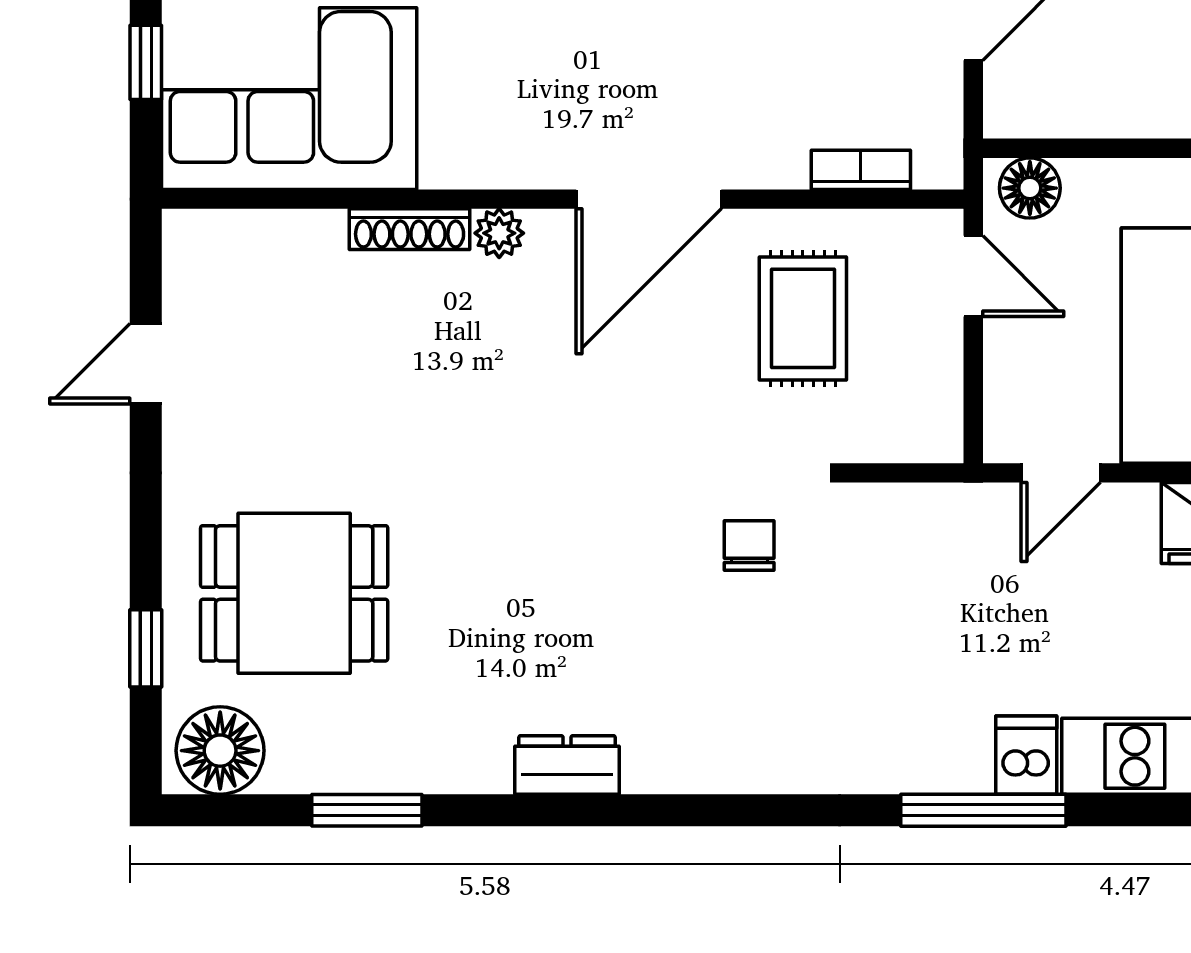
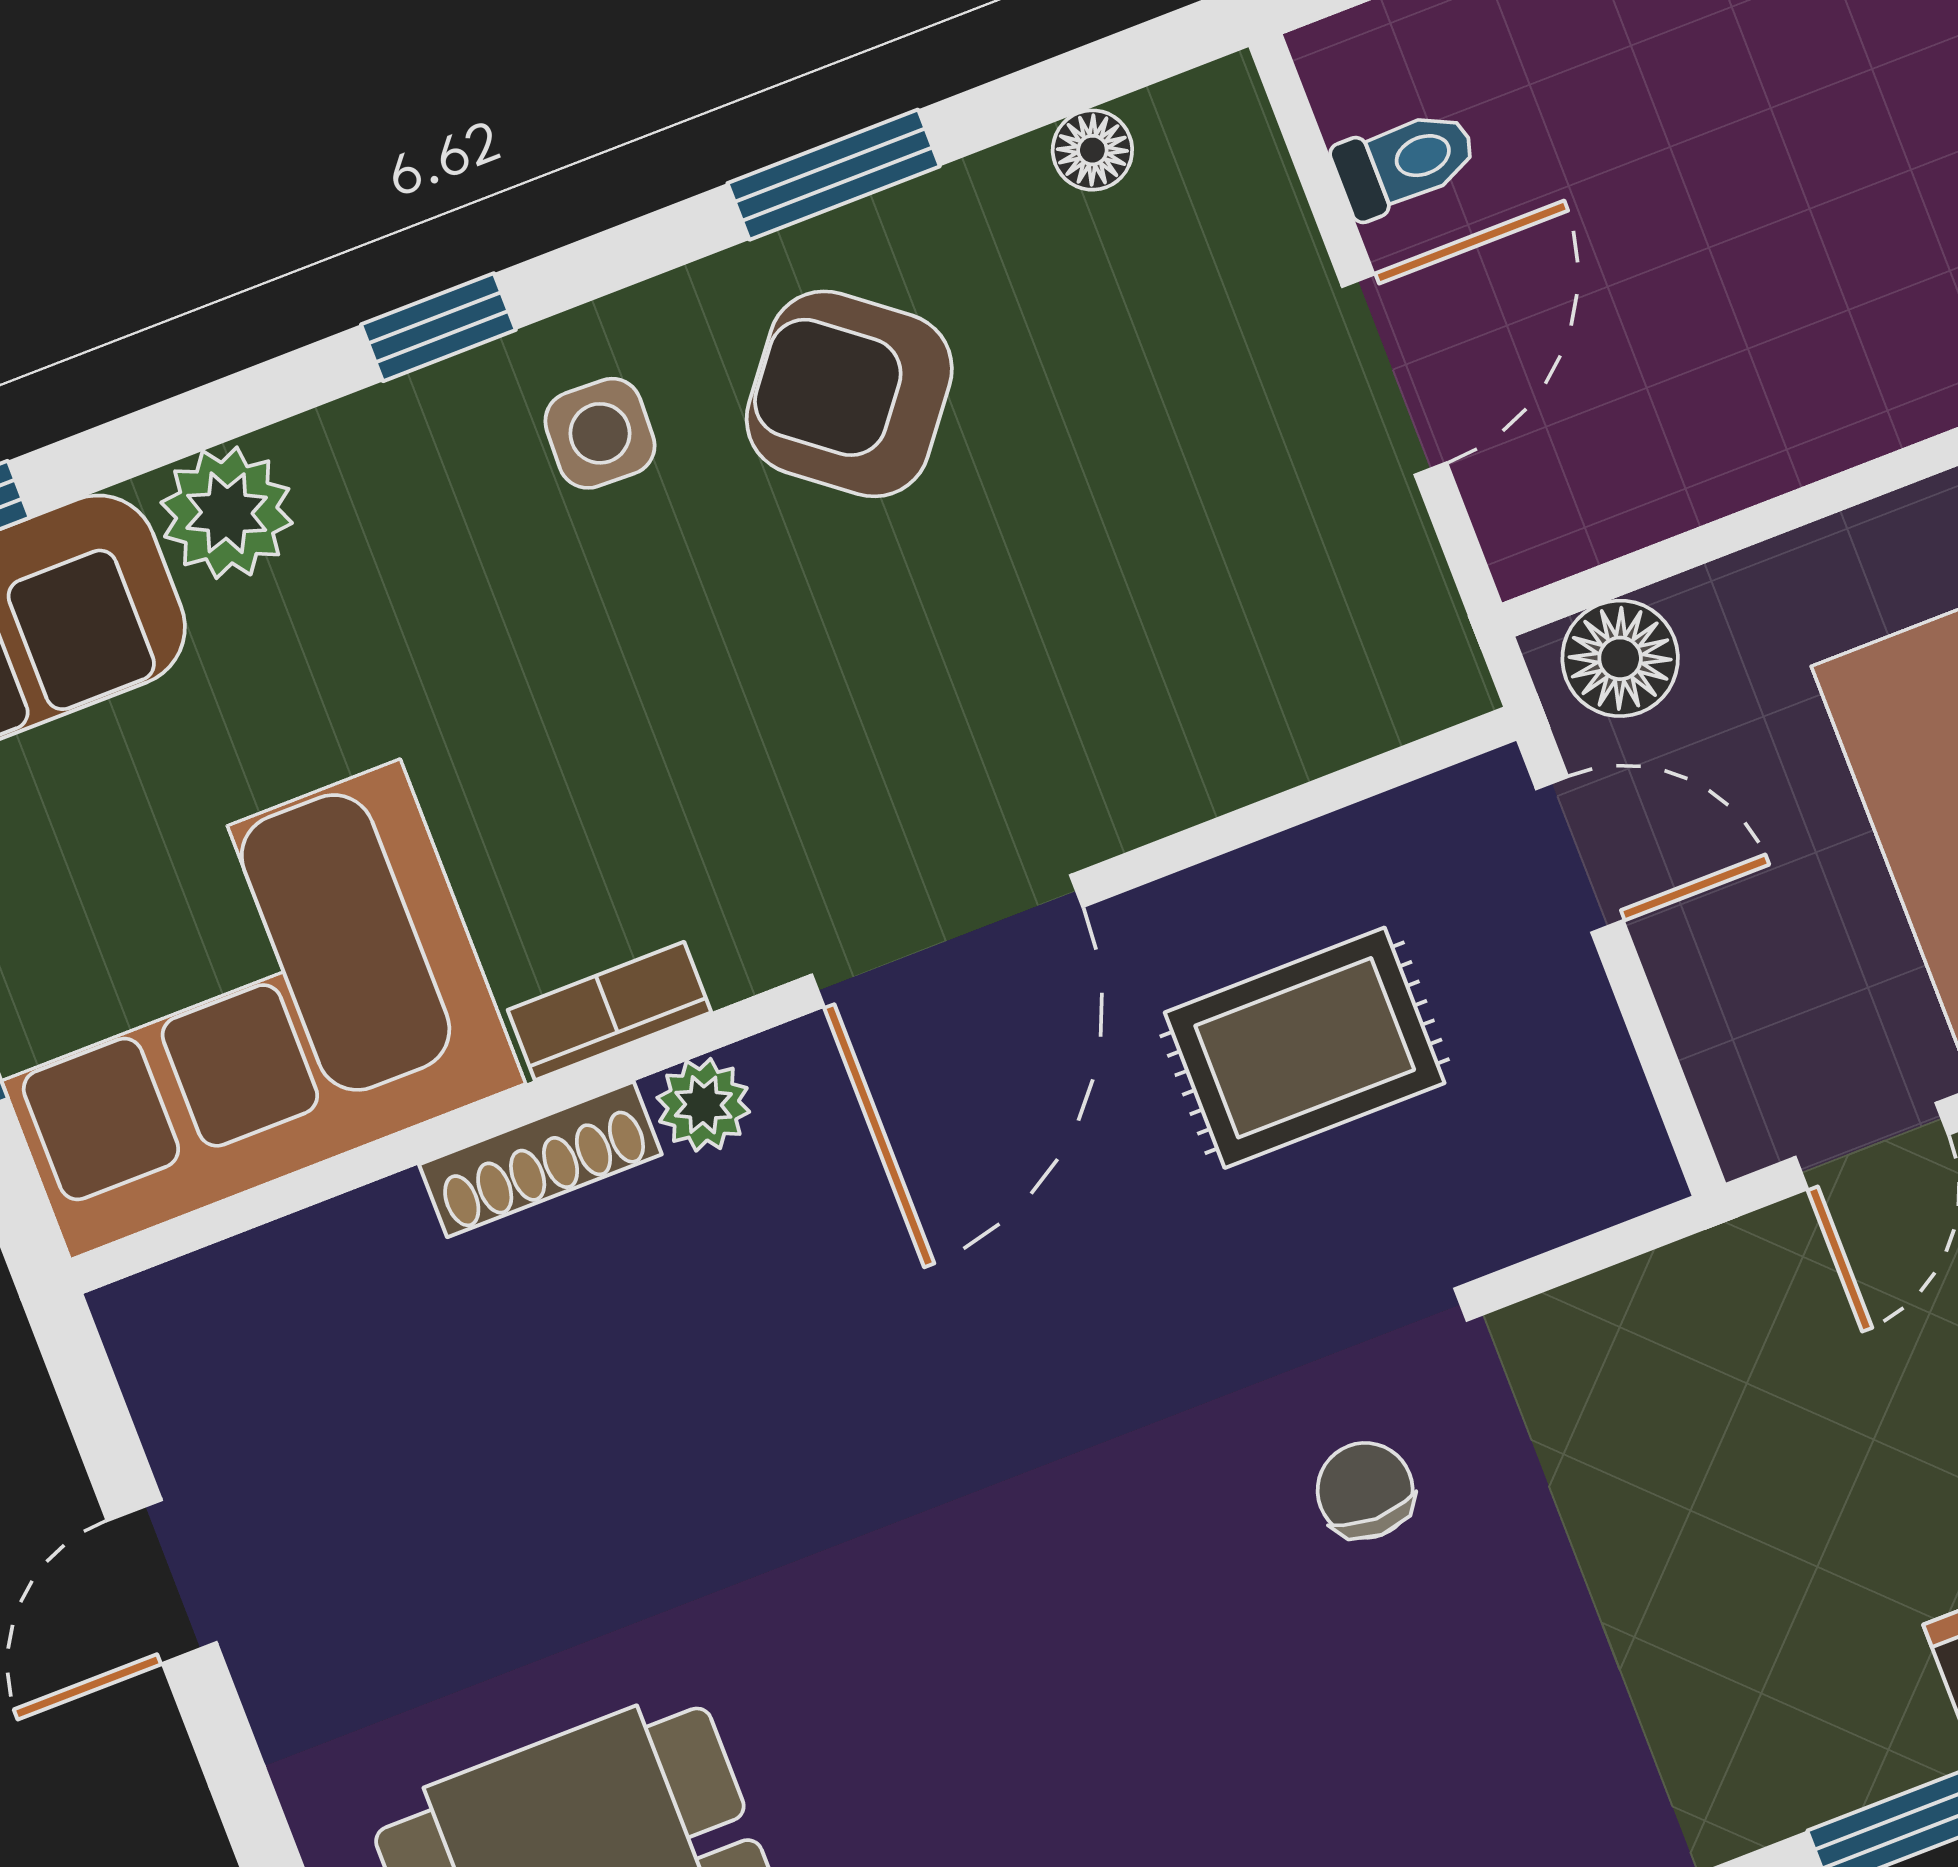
bookcase: (861, 170) -> (609, 1011), moved
rug: (803, 318) -> (1305, 1048), turned 90

